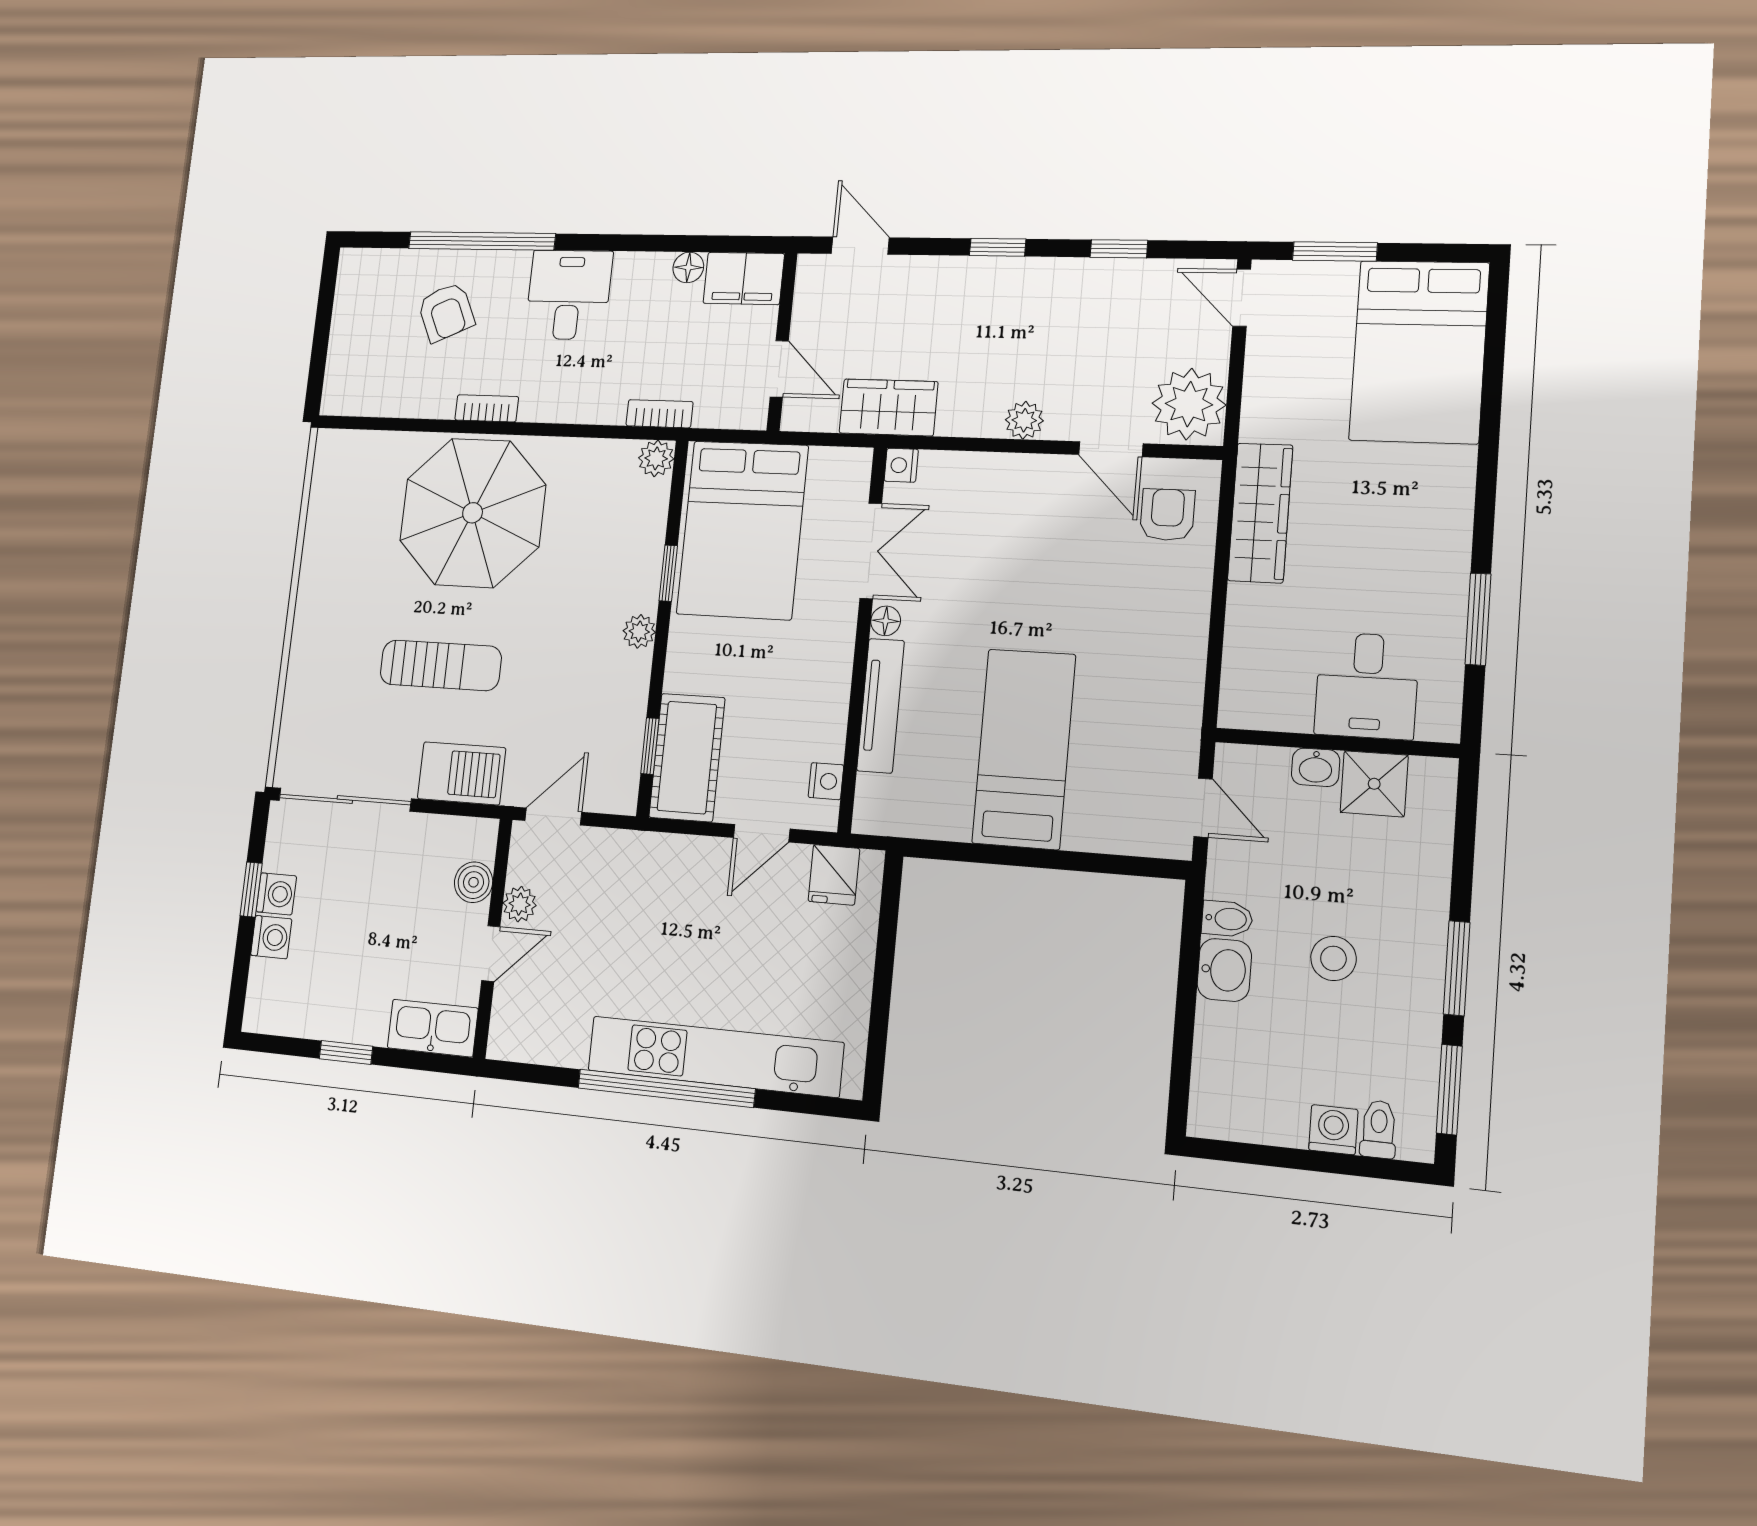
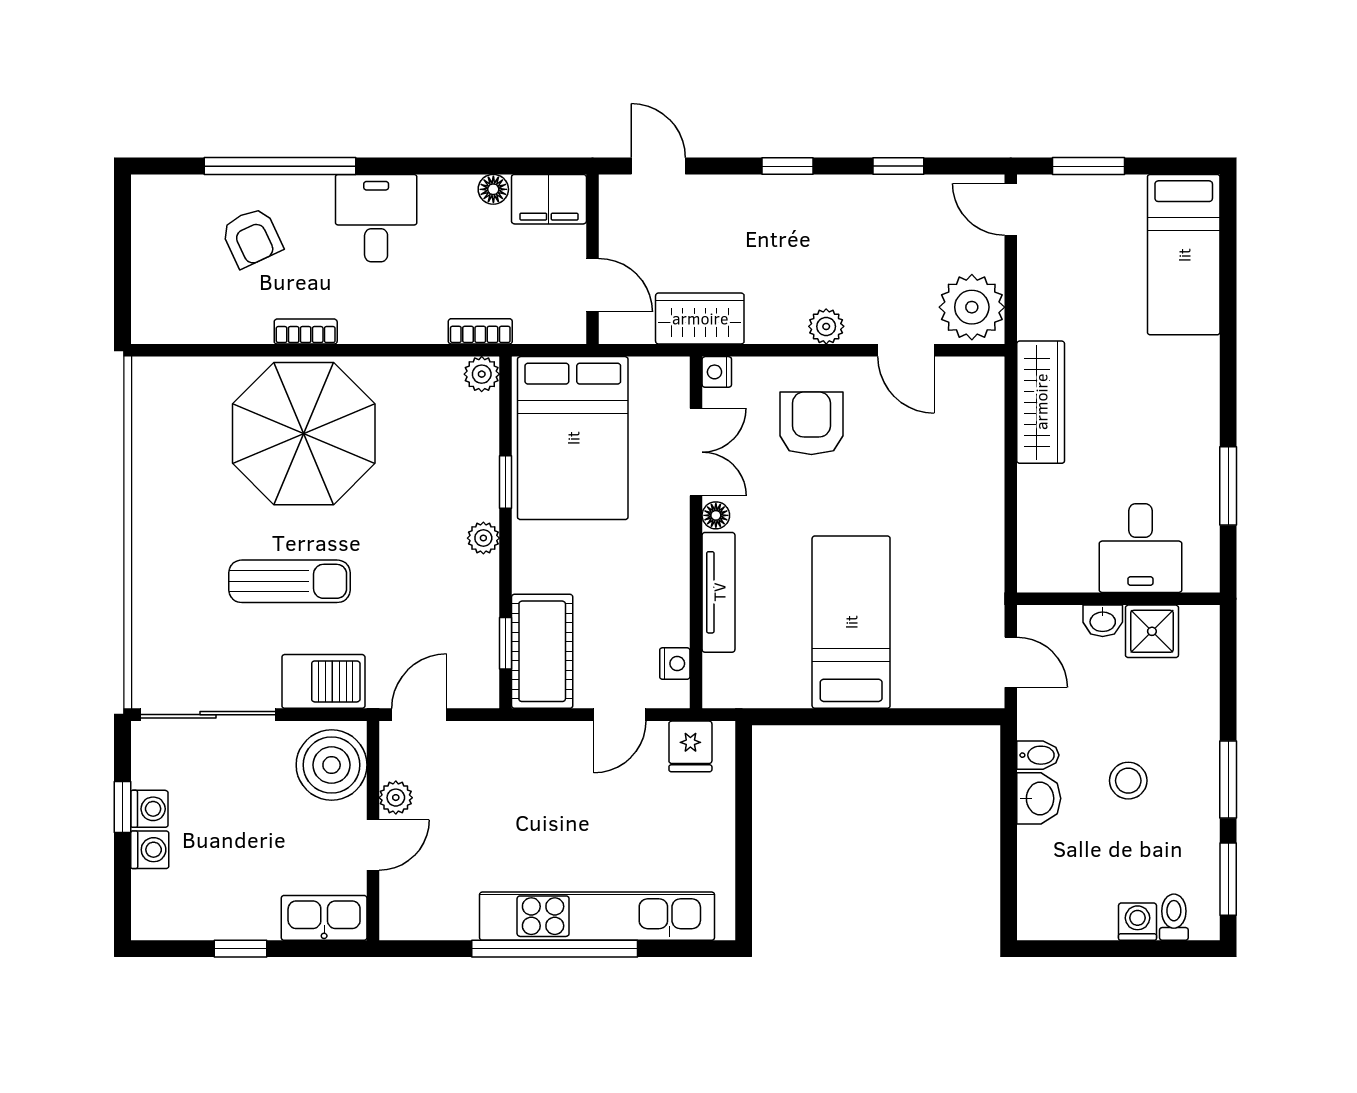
bed: (1419, 352) -> (1184, 255), width x0.67
armchair: (1167, 515) -> (811, 423), moved, width x1.38, depth x1.38
boiler: (474, 882) -> (332, 765), width x1.86, depth x1.86

